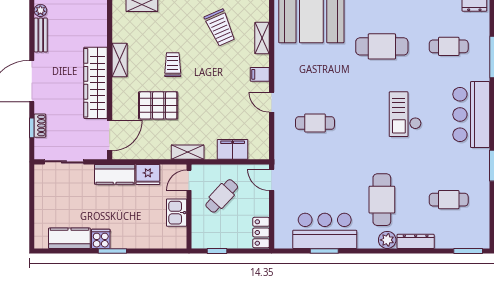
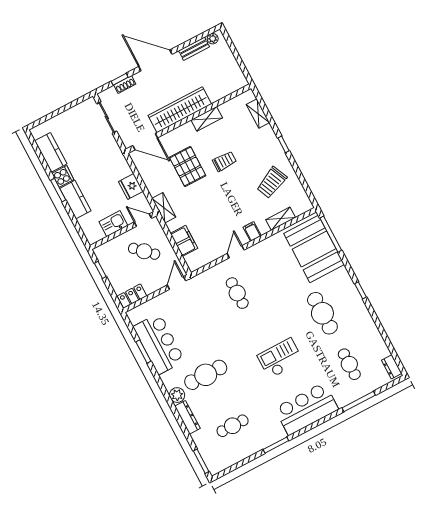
kitchen counter: (115, 174) -> (75, 200), moved, turned 180
cafe table: (449, 200) -> (233, 426), turned 90

